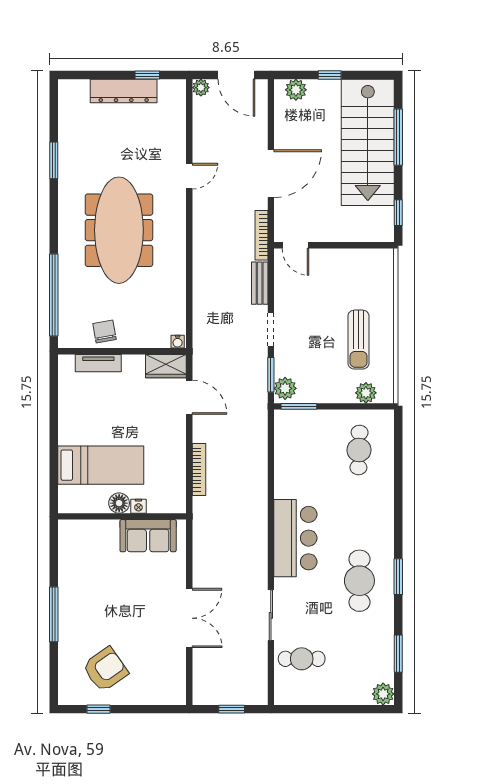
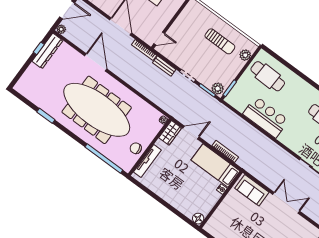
dresser: (124, 91) -> (47, 51), moved
door: (189, 176) -> (96, 62), width x1.87
meeting table: (119, 230) -> (97, 110), width x1.36, depth x1.27
tv unit: (98, 363) -> (147, 161), width x1.41
cafe table: (359, 450) -> (268, 76), width x1.37, depth x1.35
bed: (101, 465) -> (215, 166), moved, turned -90
floor lamp: (119, 503) -> (198, 219), moved
sofa: (148, 536) -> (252, 190), moved, turned 90
bar counter: (295, 538) -> (266, 117), moved

